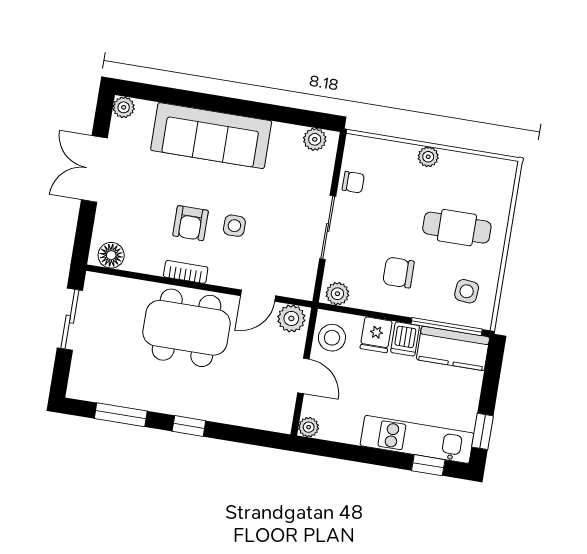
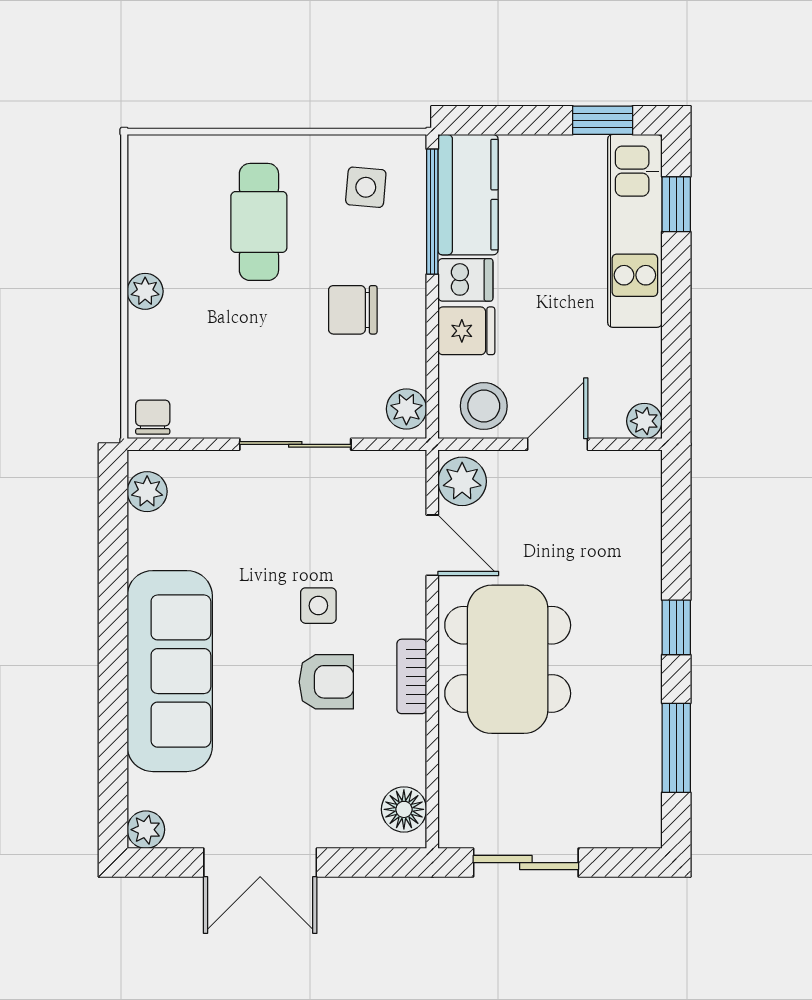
chair: (353, 182) -> (153, 417), moved
chair: (399, 273) -> (353, 310), turned 90

